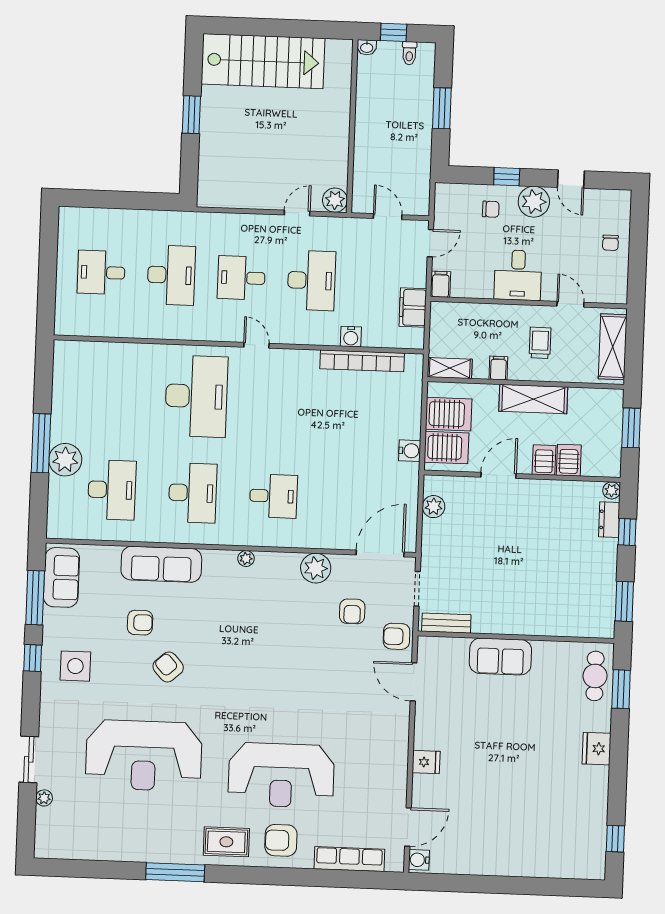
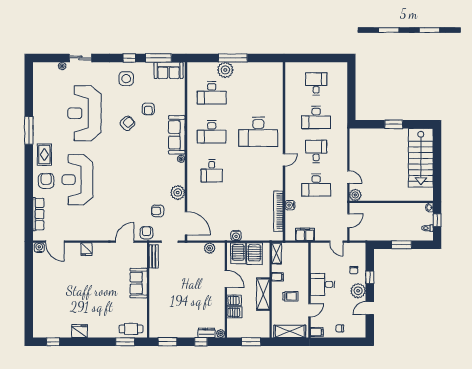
filing cabinet: (441, 284) -> (317, 332), moved
sofa: (161, 564) -> (177, 135), moved
fridge: (597, 749) -> (79, 331), moved

